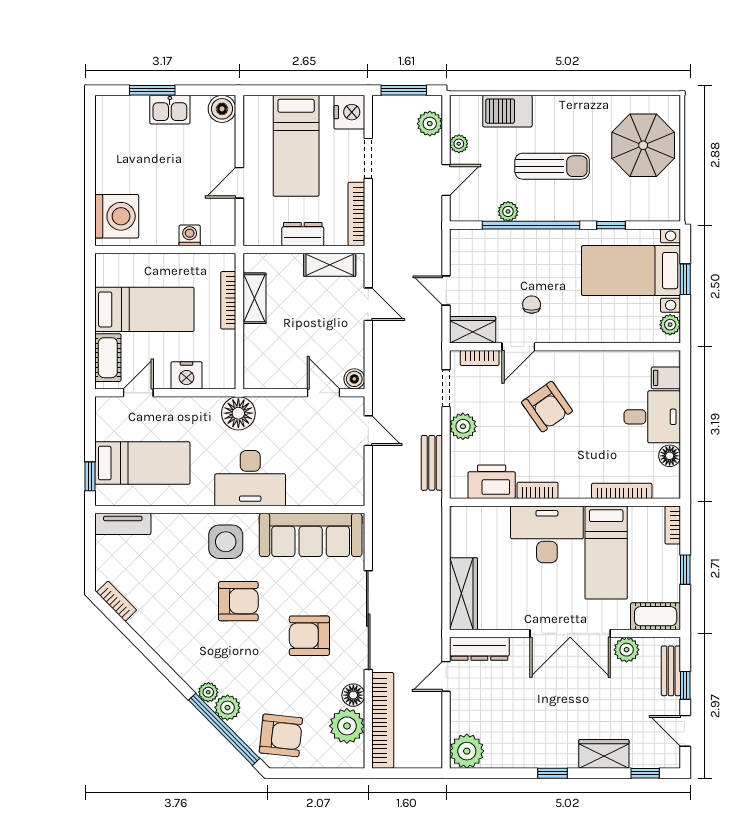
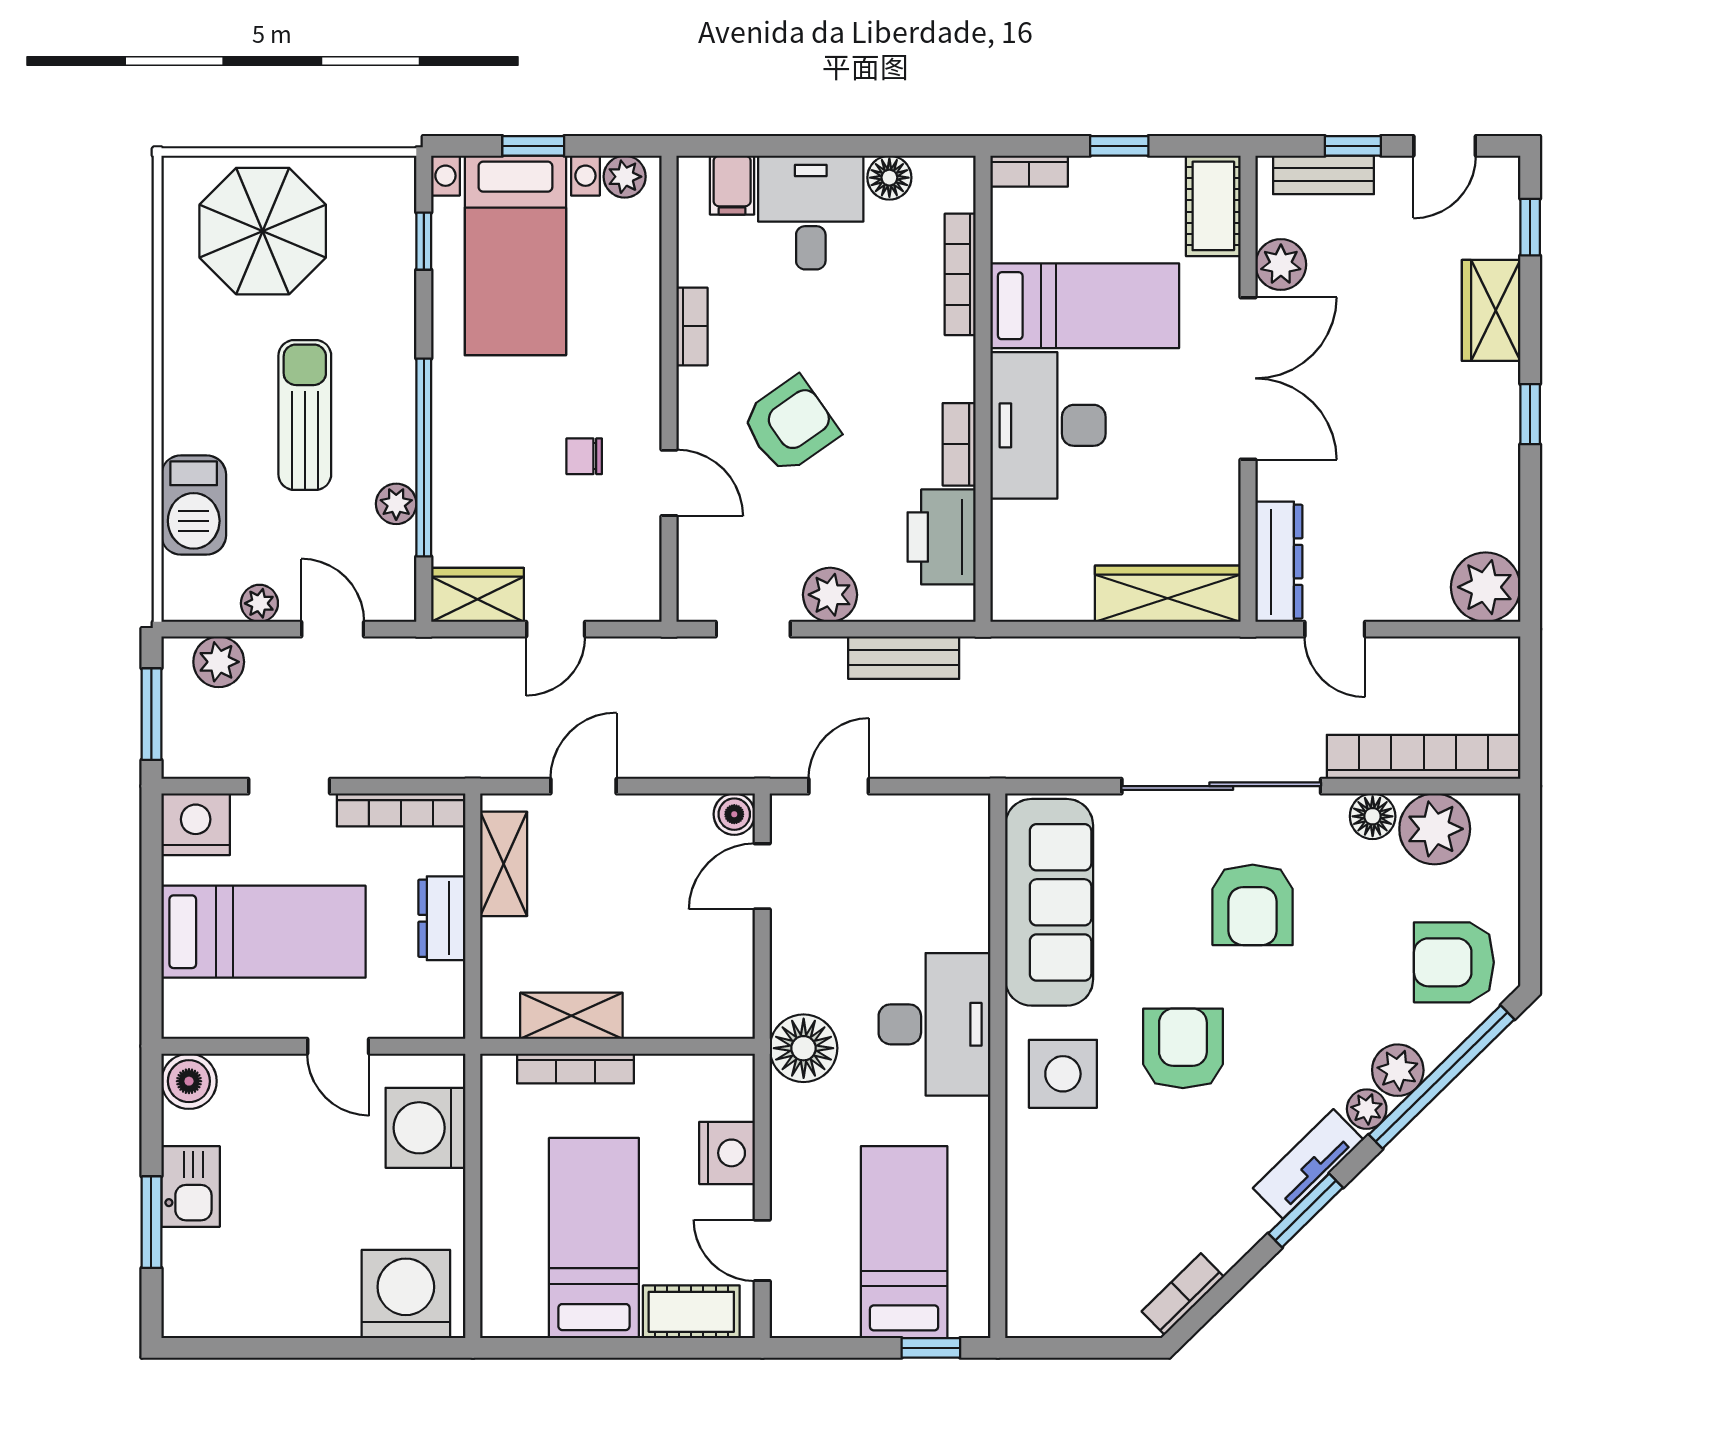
window: (611, 225) -> (424, 241), moved
washing machine: (190, 235) -> (426, 1128), width x1.89, depth x1.89
wardrobe: (473, 330) -> (478, 595), moved, turned 90
bookcase: (480, 358) -> (692, 326), moved
tv unit: (123, 524) -> (1308, 1164), moved, turned -134
window: (158, 662) -> (1306, 1210), added
armchair: (281, 735) -> (1454, 962), turned -96

